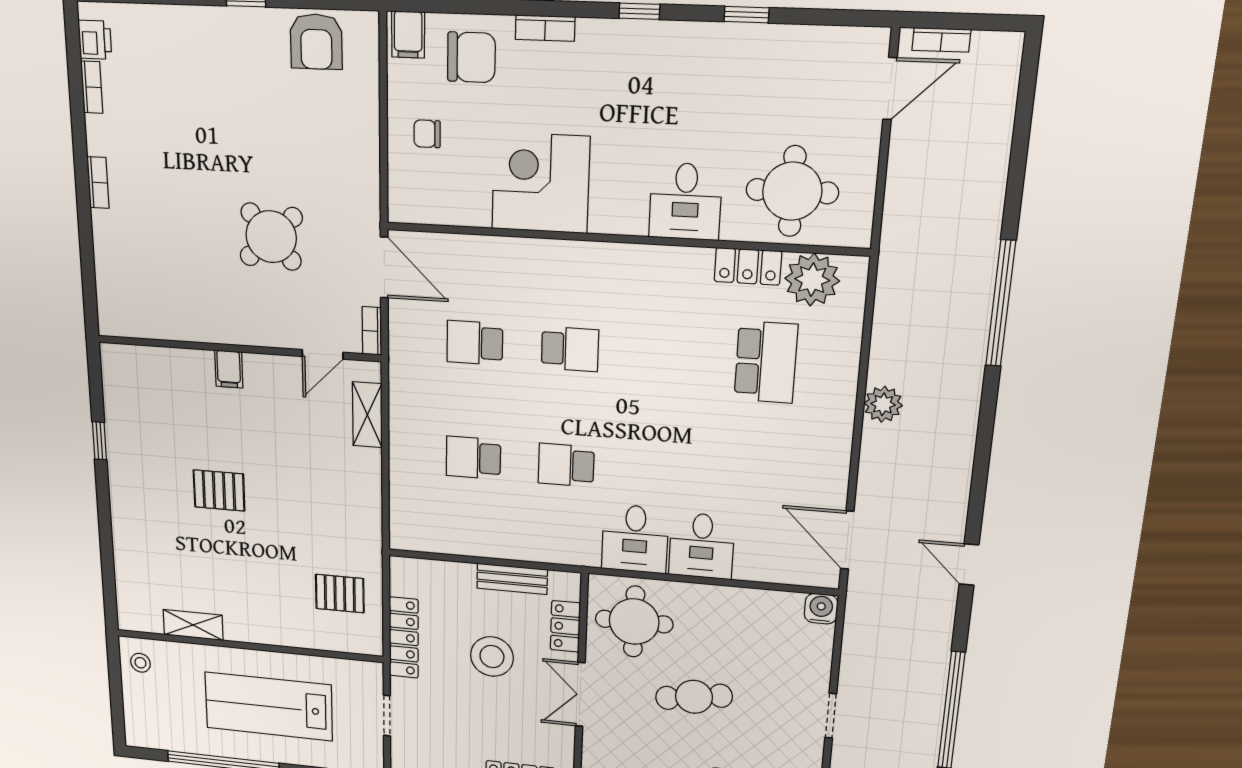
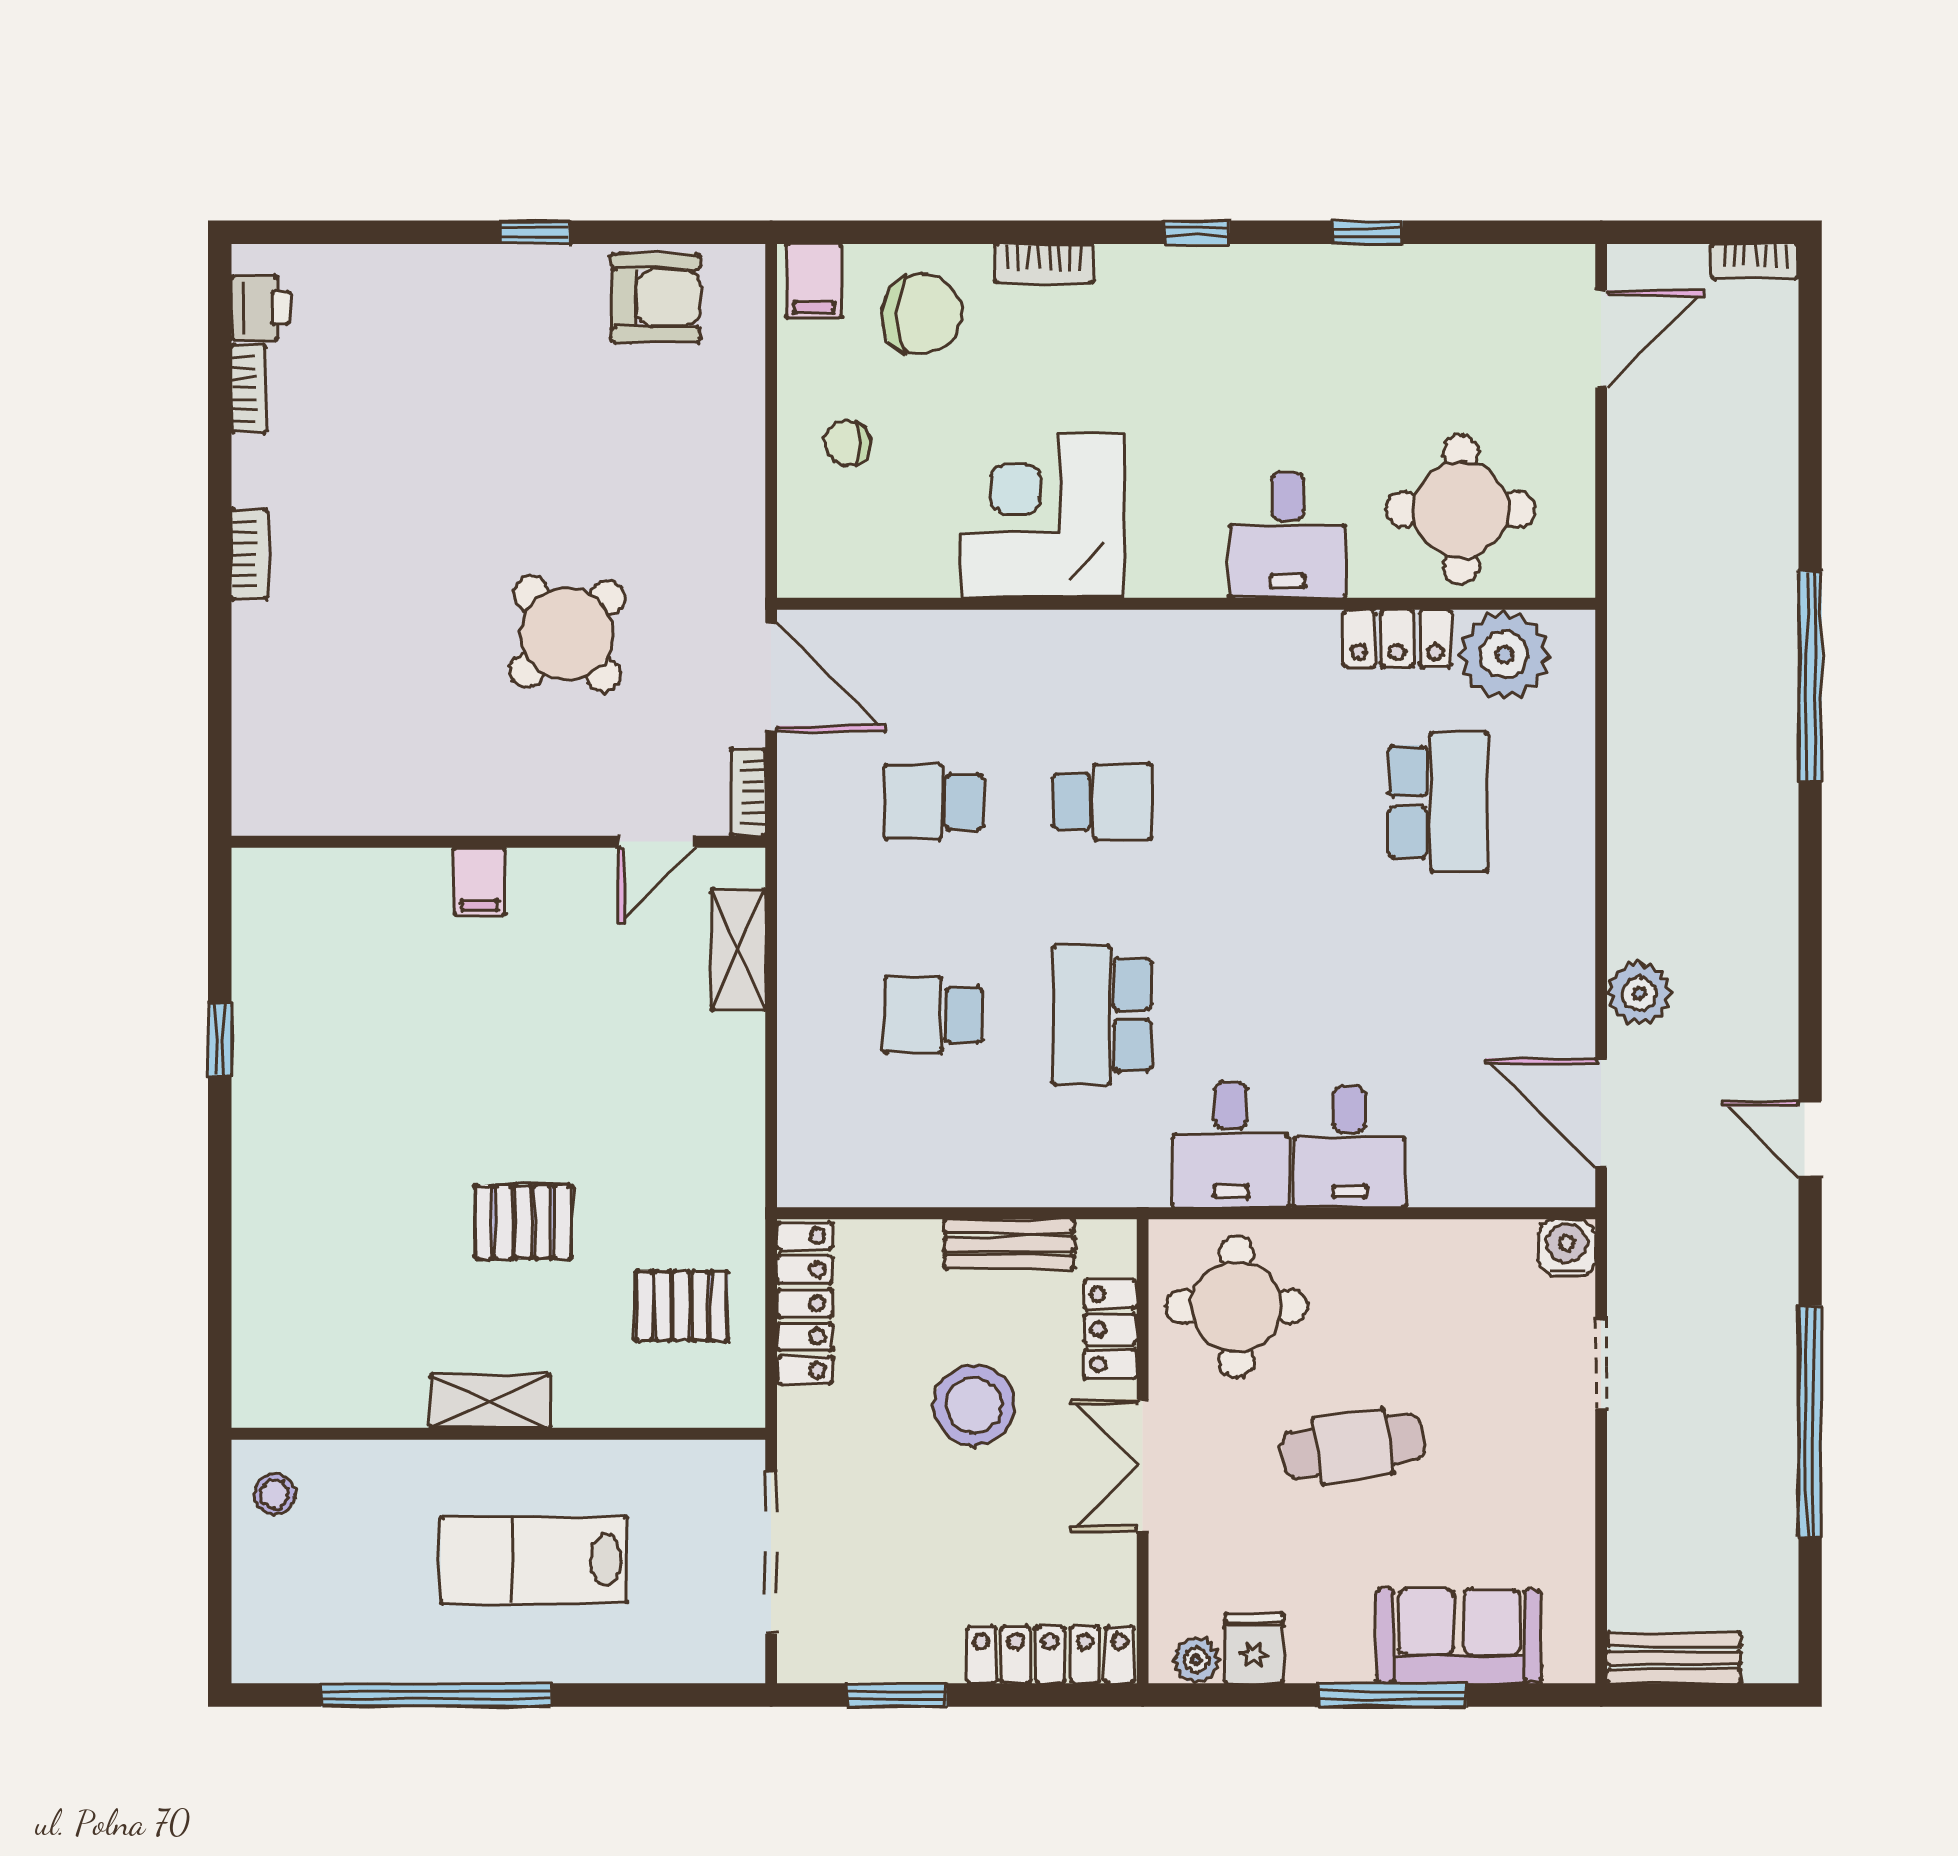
bookcase: (941, 40) -> (1755, 261), moved
armchair: (316, 42) -> (656, 298), turned -90
plant: (883, 404) -> (1639, 993), moved
school desk: (566, 465) -> (1102, 1015), width x1.85
pallet: (219, 490) -> (523, 1222), moved
shelving: (193, 625) -> (490, 1401), moved
locker: (404, 638) -> (805, 1303), moved
lab bench: (269, 706) -> (534, 1560), width x0.73, depth x0.72
doorway: (387, 716) -> (771, 1552), width x1.87
doorway: (831, 716) -> (1601, 1364), moved

